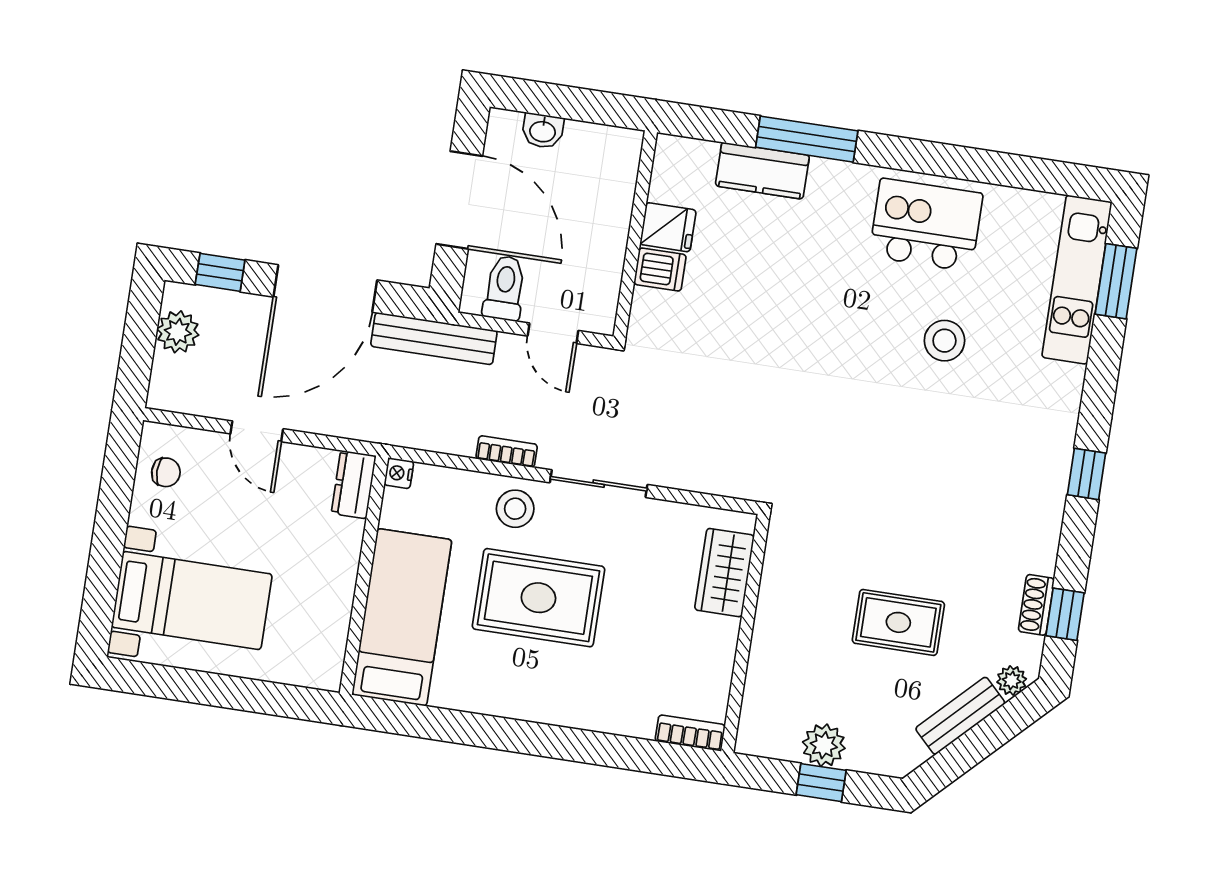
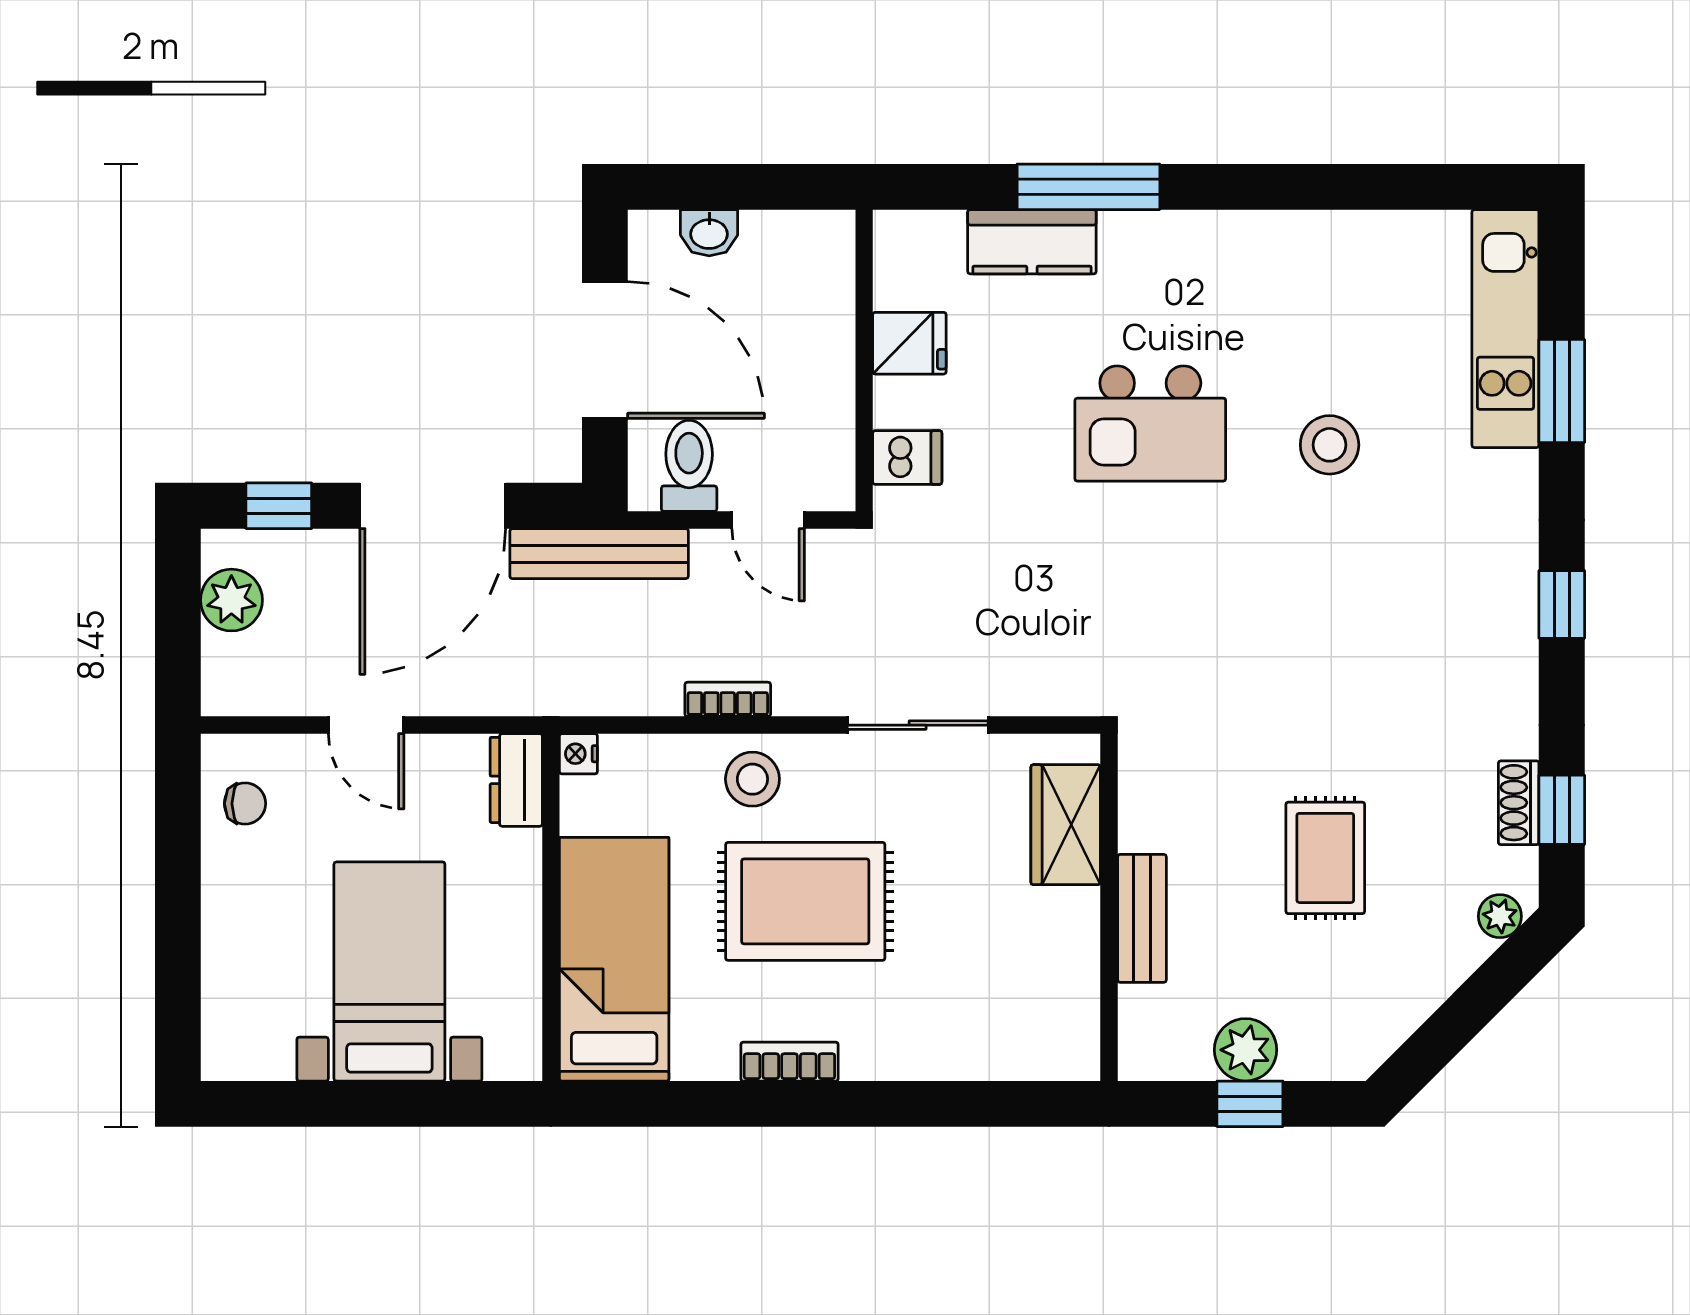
kitchen island: (926, 225) -> (1150, 424), moved, turned 180
dishwasher: (660, 270) -> (907, 457), moved
window: (1116, 281) -> (1562, 391), moved
sliding door: (599, 484) -> (918, 725), moved
bed with nightstands: (192, 601) -> (389, 971), moved, turned -90
rug: (898, 622) -> (1325, 858), turned 90
bench: (960, 716) -> (1142, 918), moved, turned -45
bookcase: (690, 733) -> (789, 1062), moved

